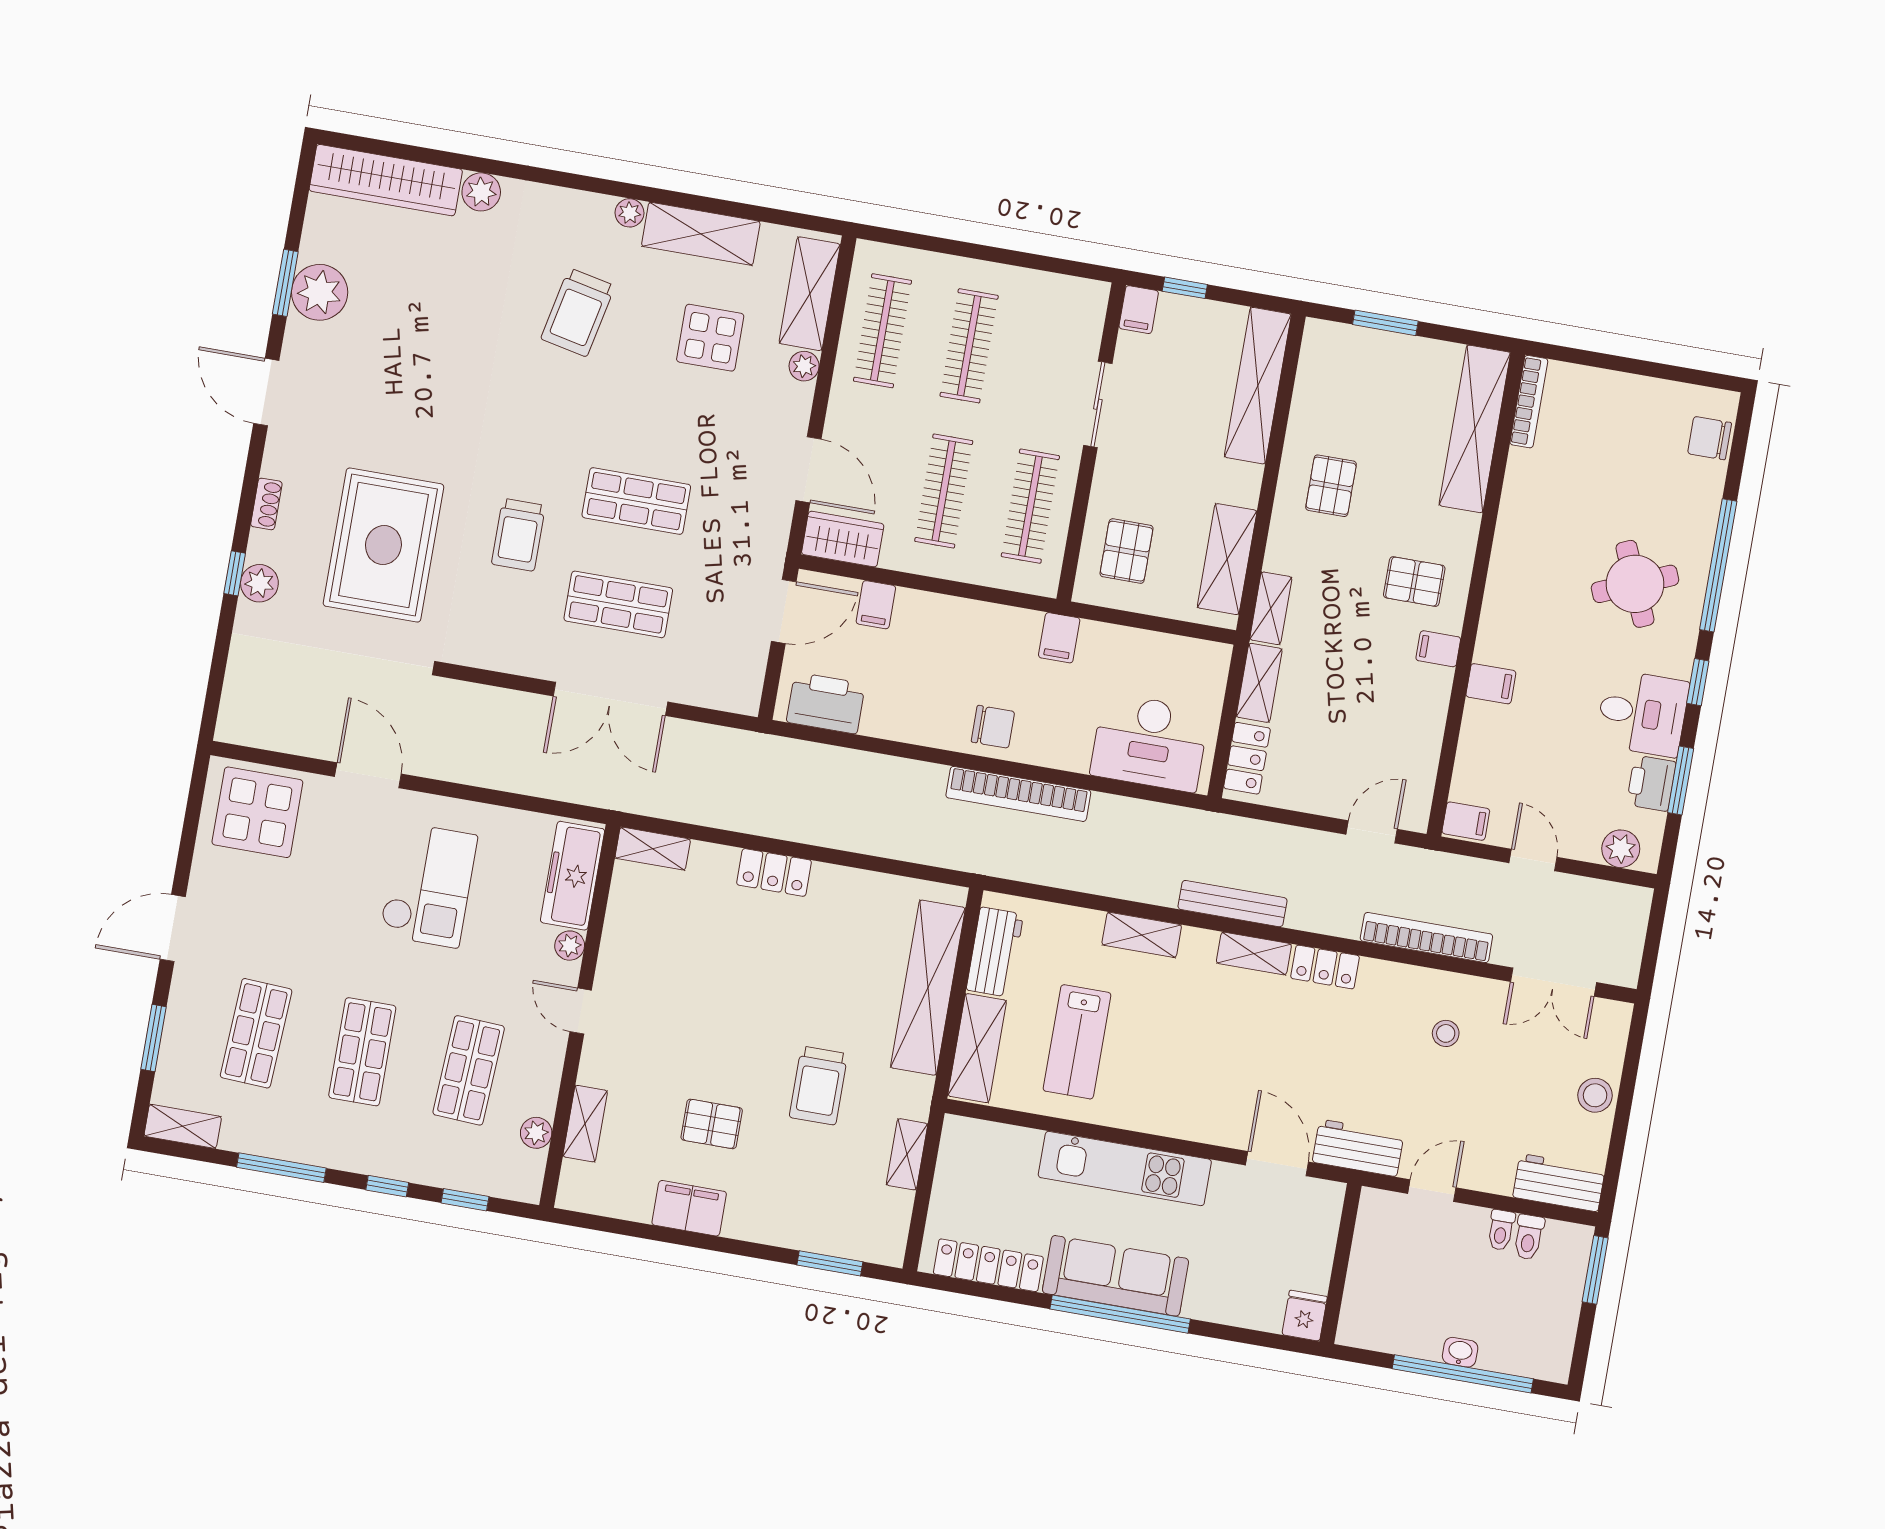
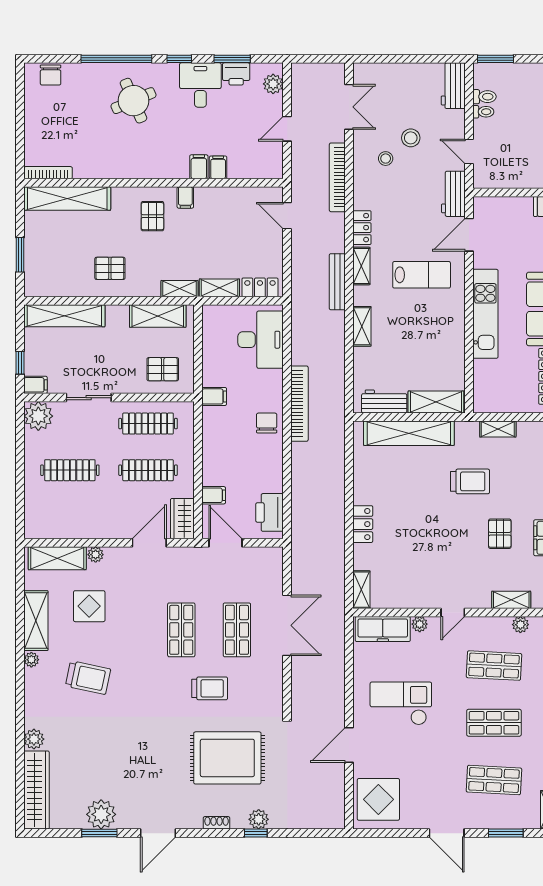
plant: (1080, 305) -> (38, 416), added
clothes rail: (882, 331) -> (70, 517), removed
filing cabinet: (1466, 821) -> (218, 167), moved
lab bench: (1077, 1042) -> (422, 275), moved
stool: (1595, 1095) -> (411, 138), moved

